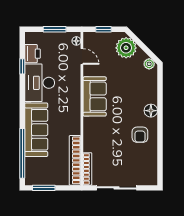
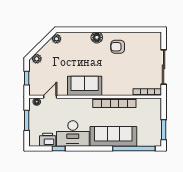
plant: (126, 48) -> (37, 59), width x0.53, depth x0.53
armchair: (140, 135) -> (118, 47), turned 180
bookcase: (75, 160) -> (114, 103), moved

